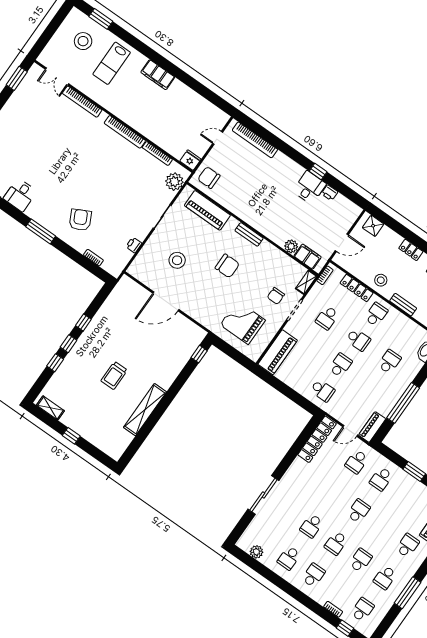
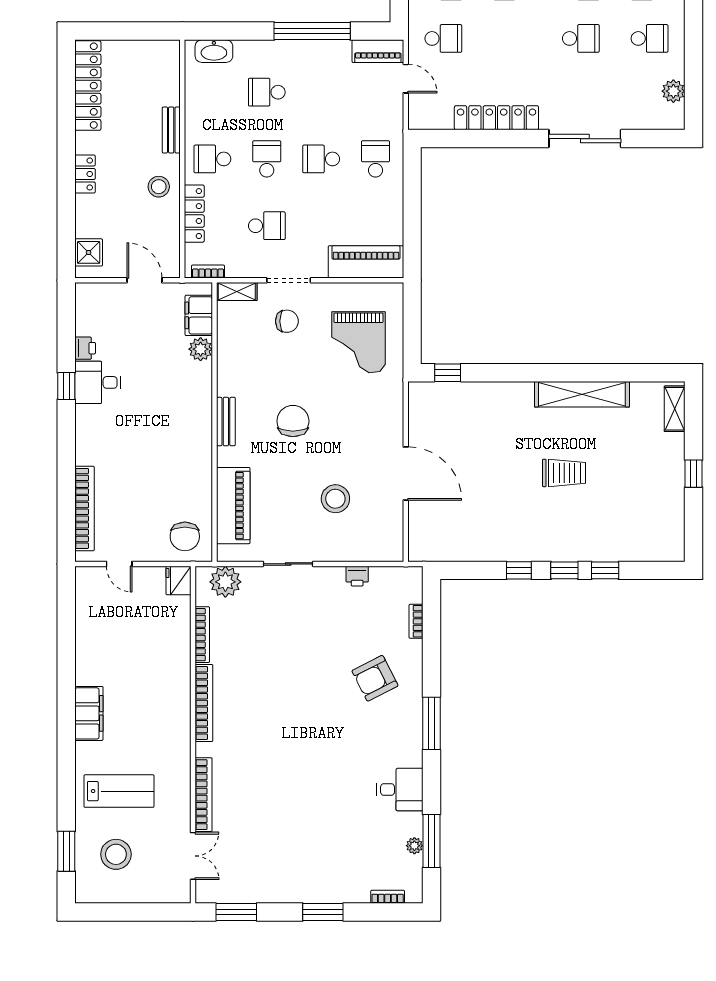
shelving: (50, 408) -> (675, 409), moved
locker: (317, 439) -> (496, 118), moved

